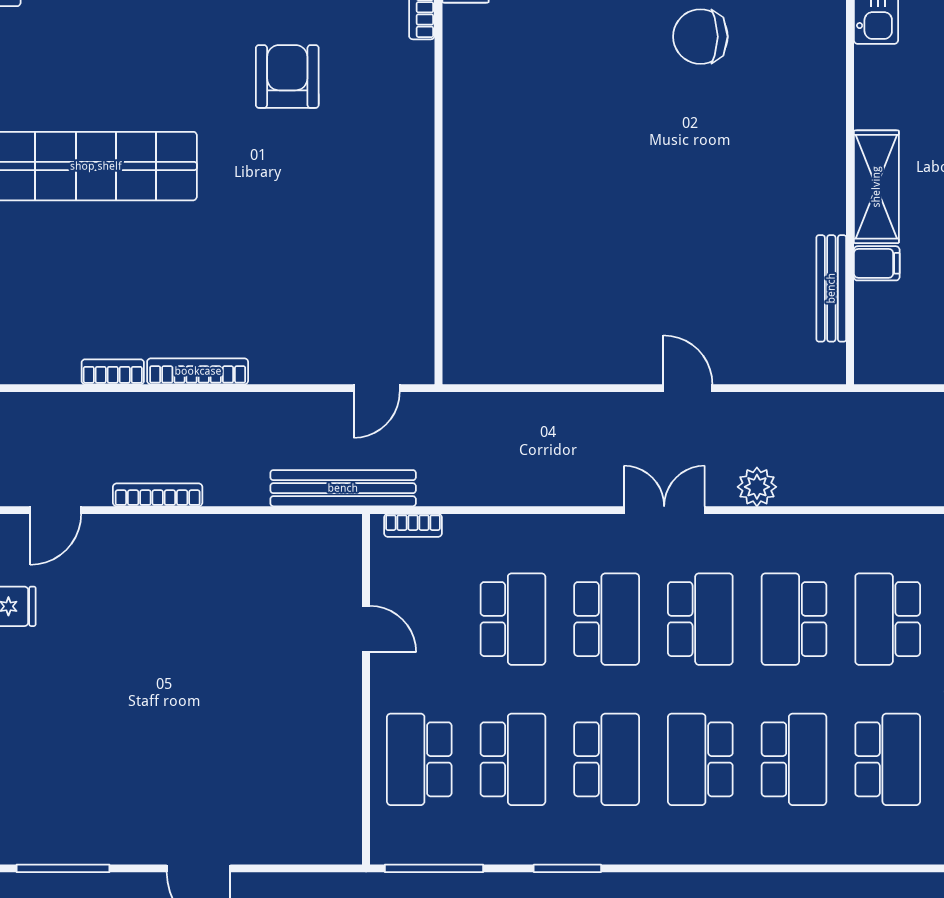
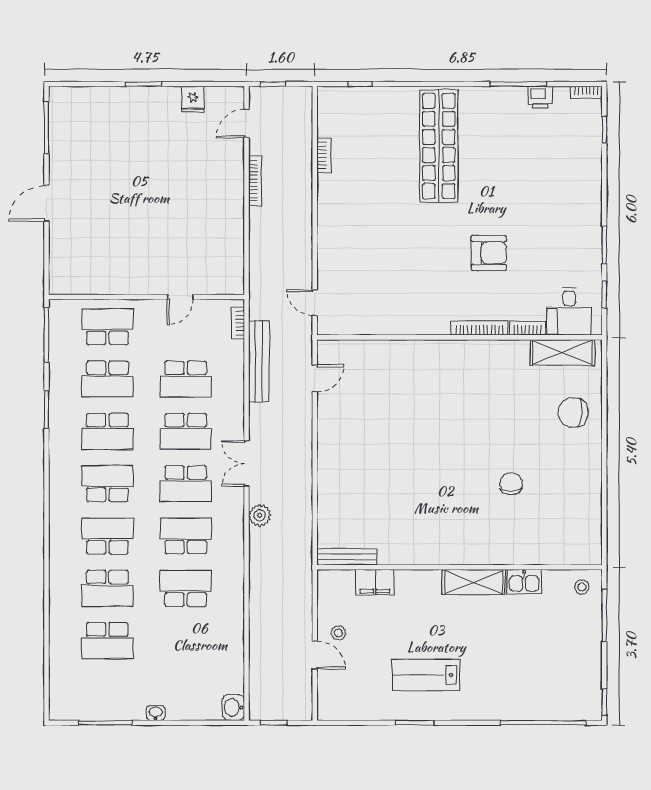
chair: (700, 37) -> (511, 484), width x0.73, depth x0.73
shelving: (876, 187) -> (474, 582), moved
filing cabinet: (877, 263) -> (375, 582), width x2.00
bench: (831, 288) -> (347, 557), moved
bookcase: (198, 371) -> (480, 328), moved, turned -90
door: (688, 388) -> (315, 378), moved
bench: (343, 488) -> (259, 361), moved
door: (56, 510) -> (247, 124), hinge flipped
double door: (664, 510) -> (247, 463), swing flipped
school desk: (794, 759) -> (107, 536), turned 180

